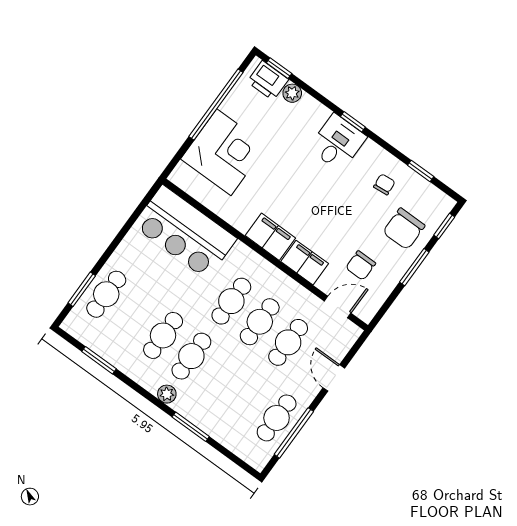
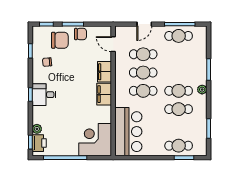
corner desk: (224, 152) -> (95, 140), moved
chair: (361, 266) -> (80, 34), moved

